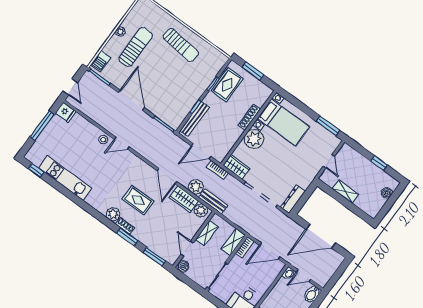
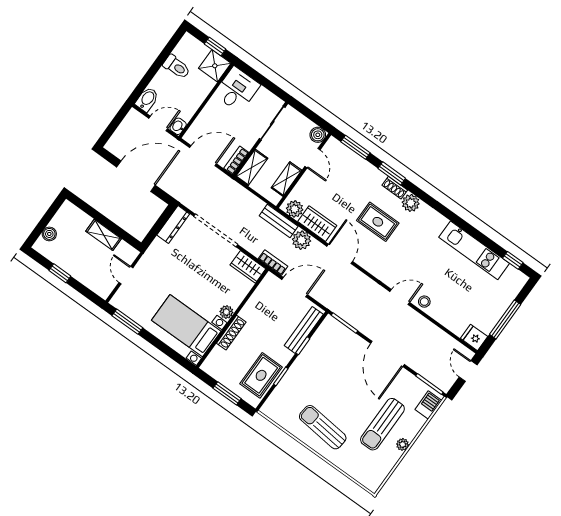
plant: (254, 139) -> (226, 312), width x0.53, depth x0.53

